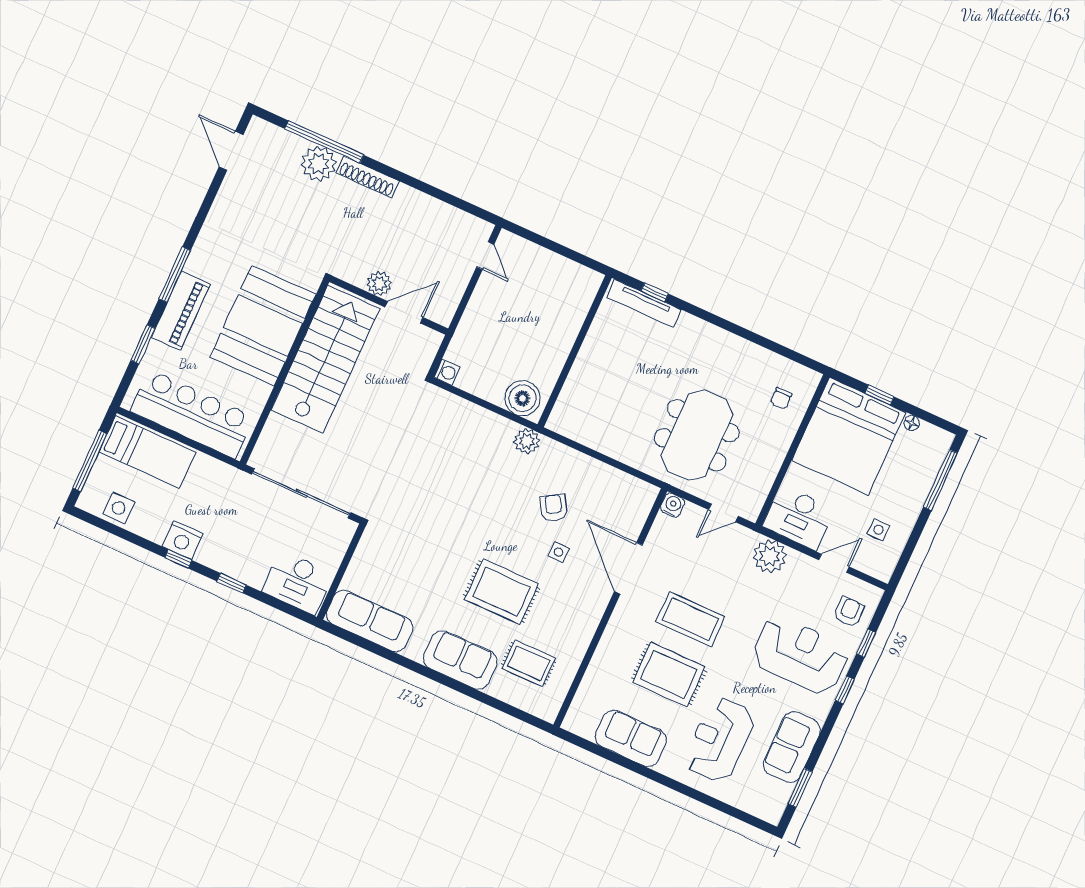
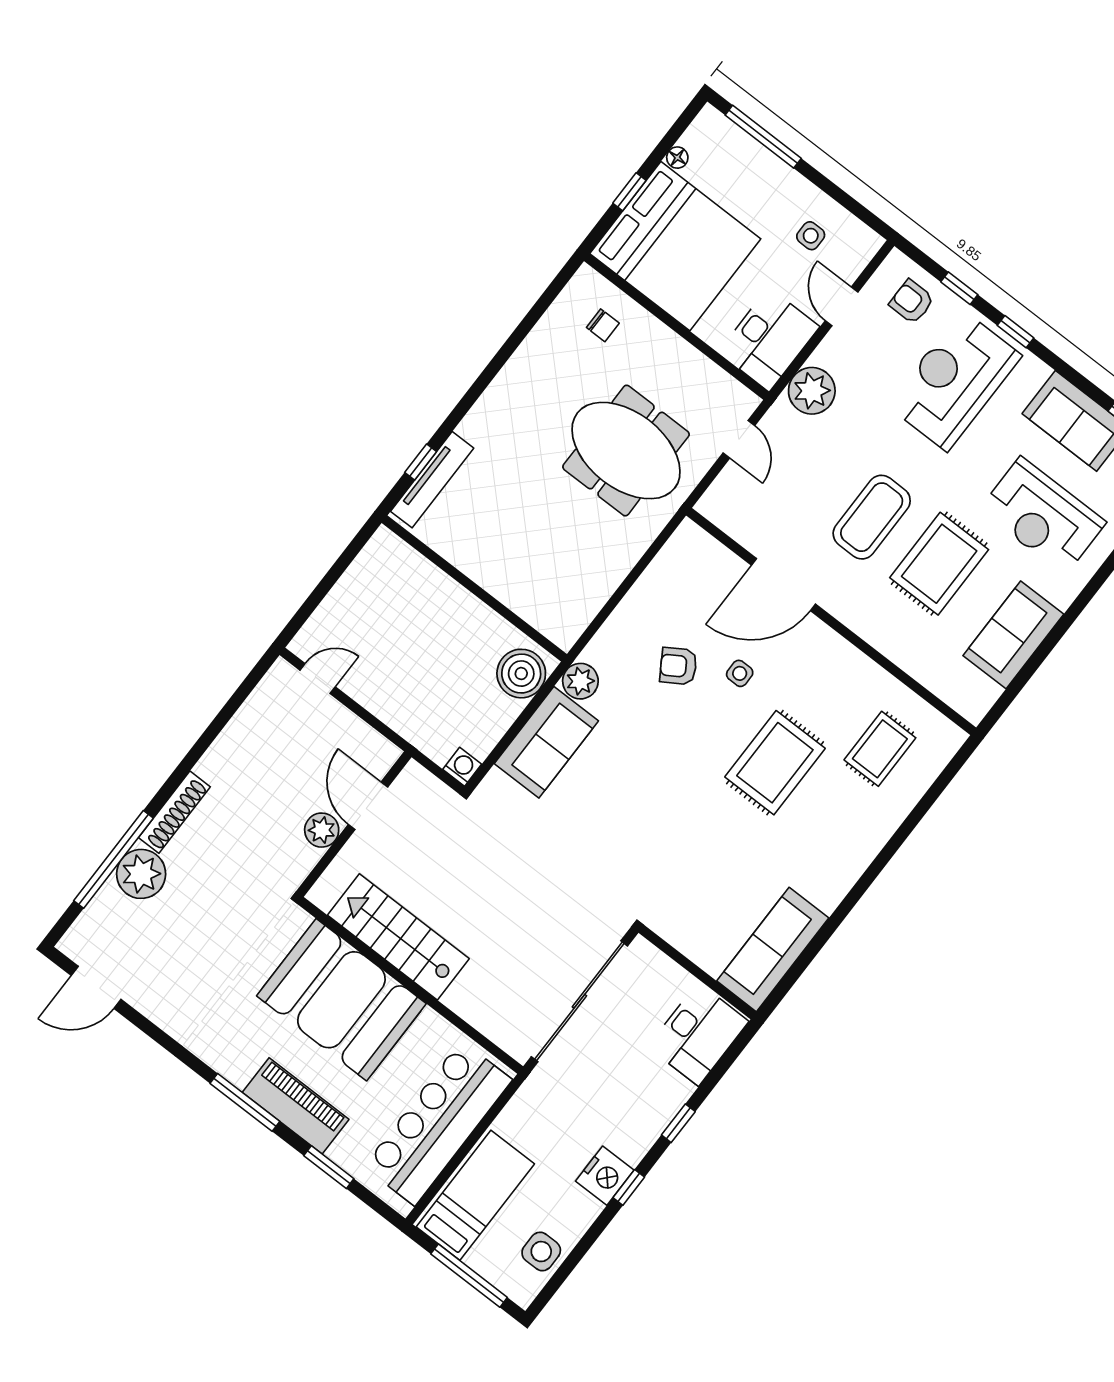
stairs: (325, 359) -> (398, 937), width x0.73, depth x0.66
water cooler: (673, 505) -> (712, 505), removed
sofa: (460, 660) -> (546, 742), moved, turned 180

